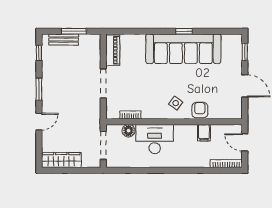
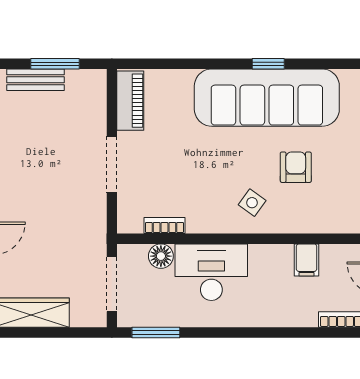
armchair: (200, 110) -> (296, 167), moved
window: (126, 170) -> (156, 333), added

